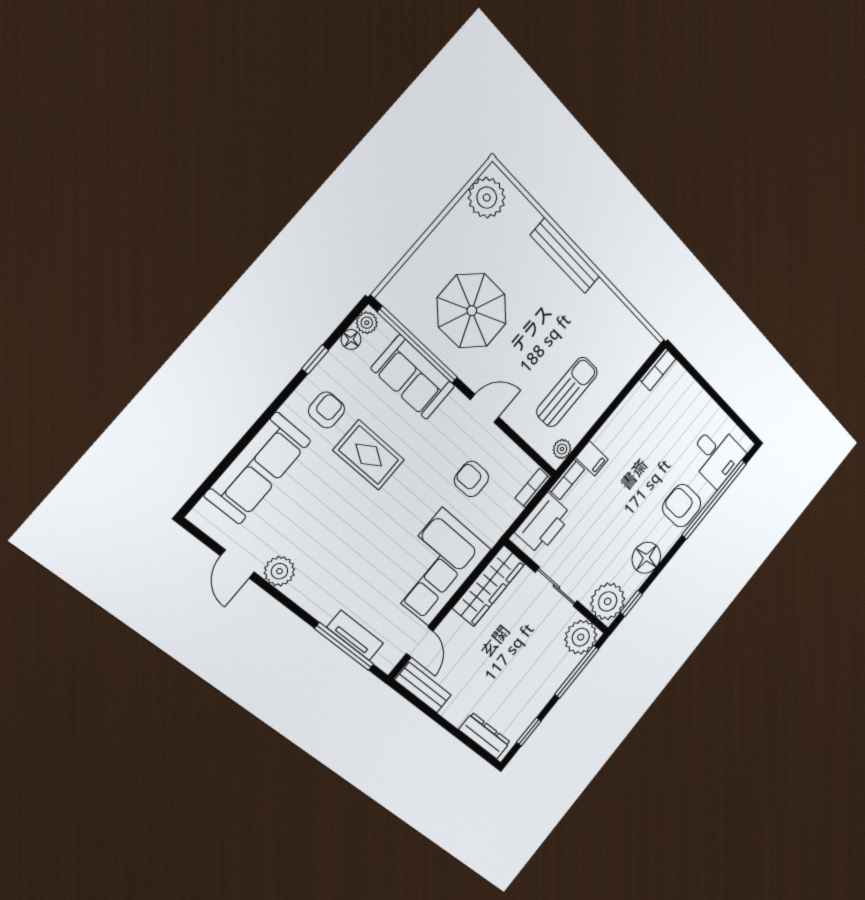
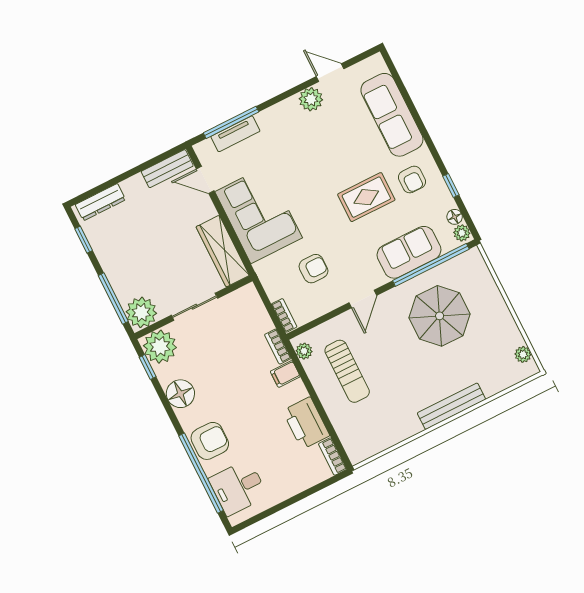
plant: (487, 198) -> (523, 354), width x0.53, depth x0.53
printer: (544, 524) -> (306, 423), moved

